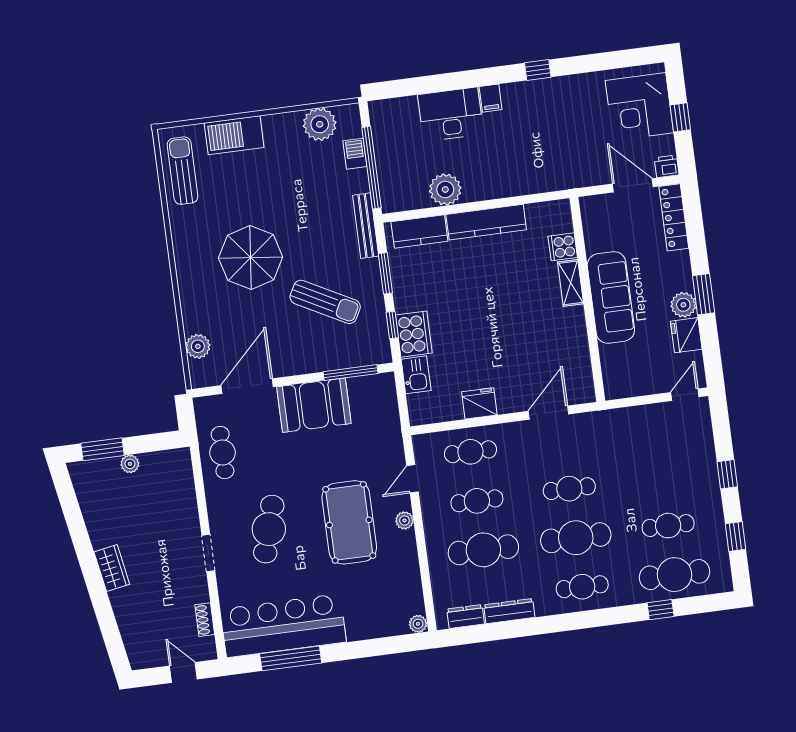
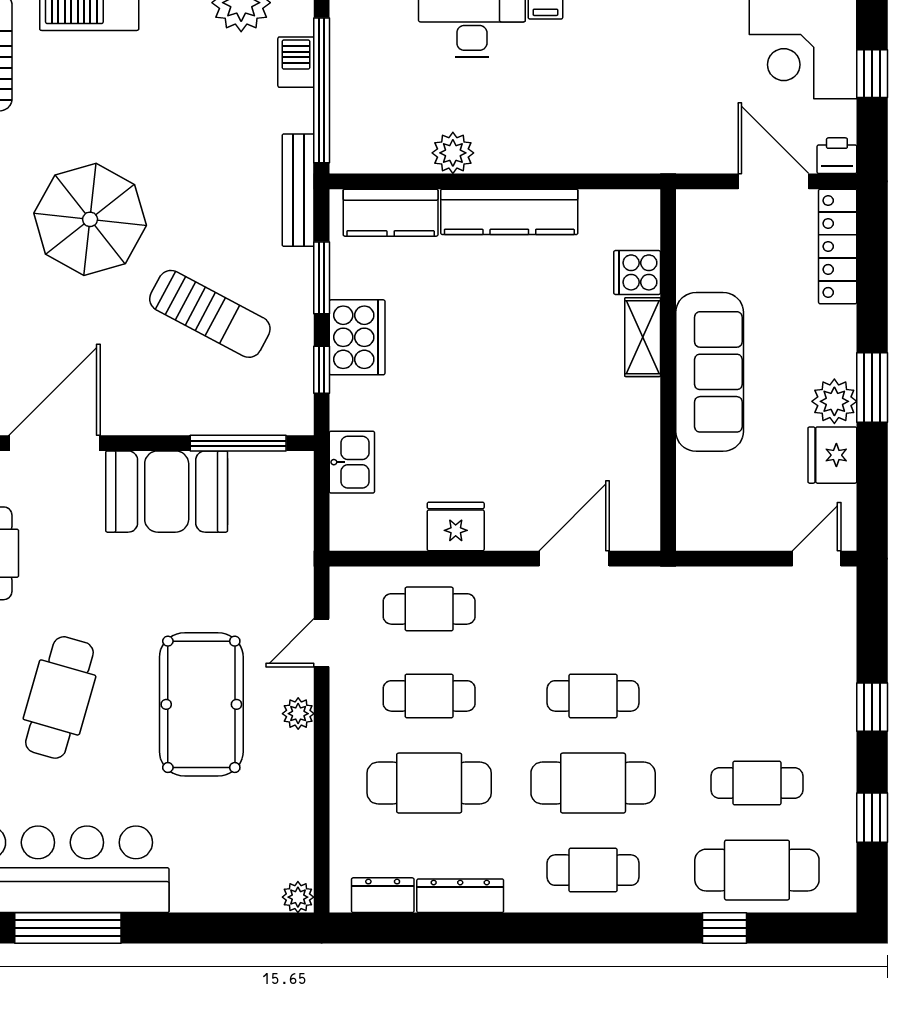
plant: (445, 189) -> (453, 153), width x0.73, depth x0.73
cooker: (414, 334) -> (357, 337), moved

